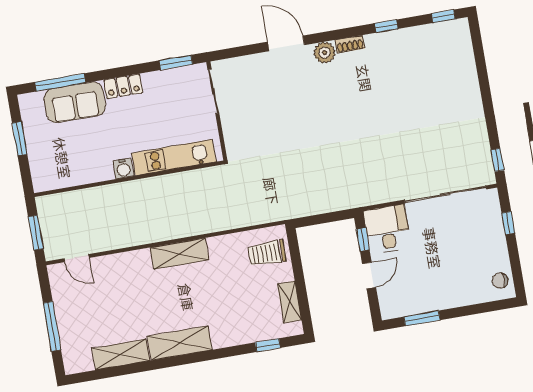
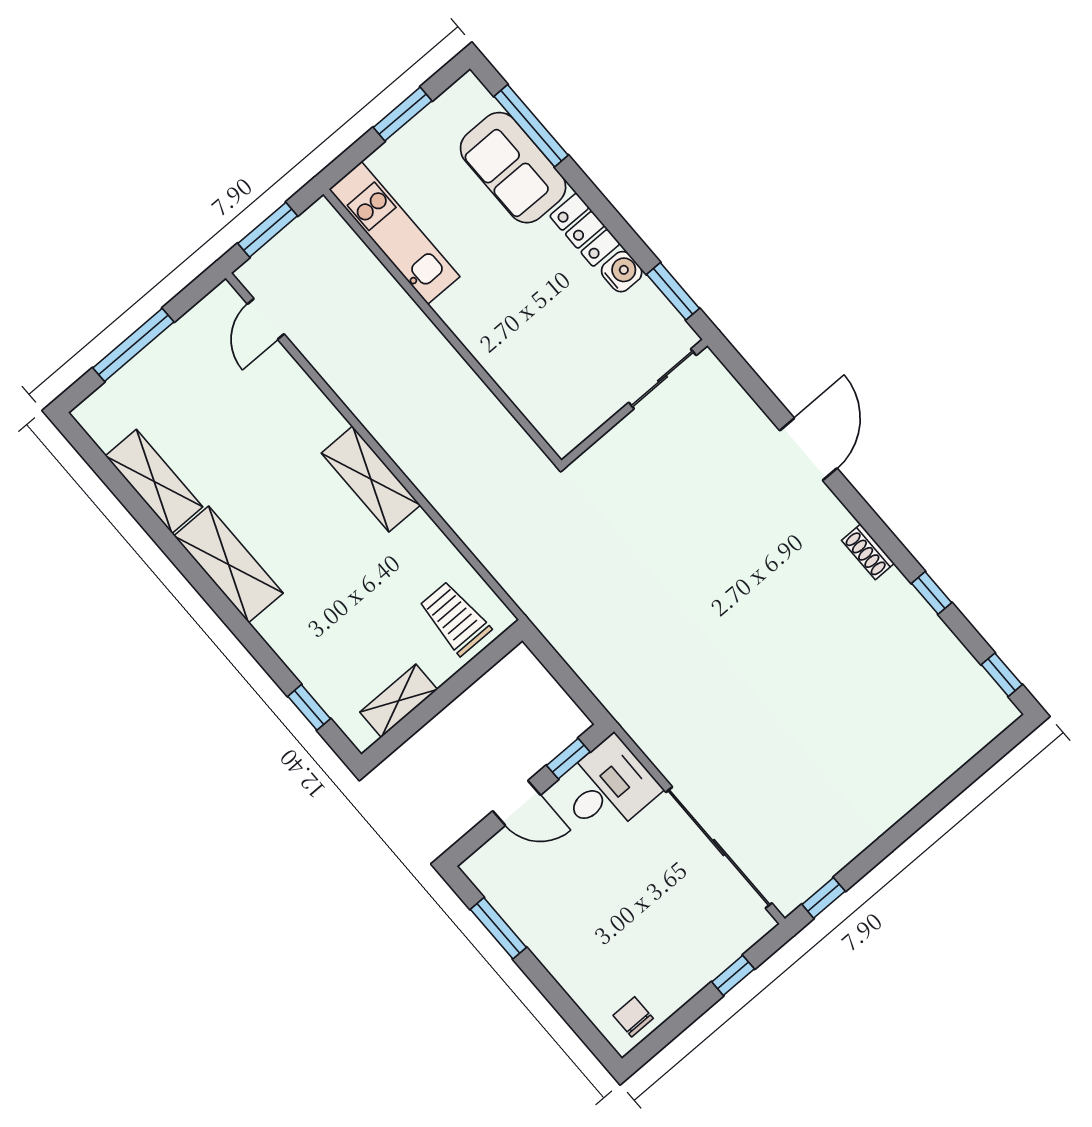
plant: (325, 53) -> (830, 519), removed
kitchen unit: (174, 157) -> (394, 233), moved
water cooler: (123, 168) -> (622, 272), moved, turned 180

